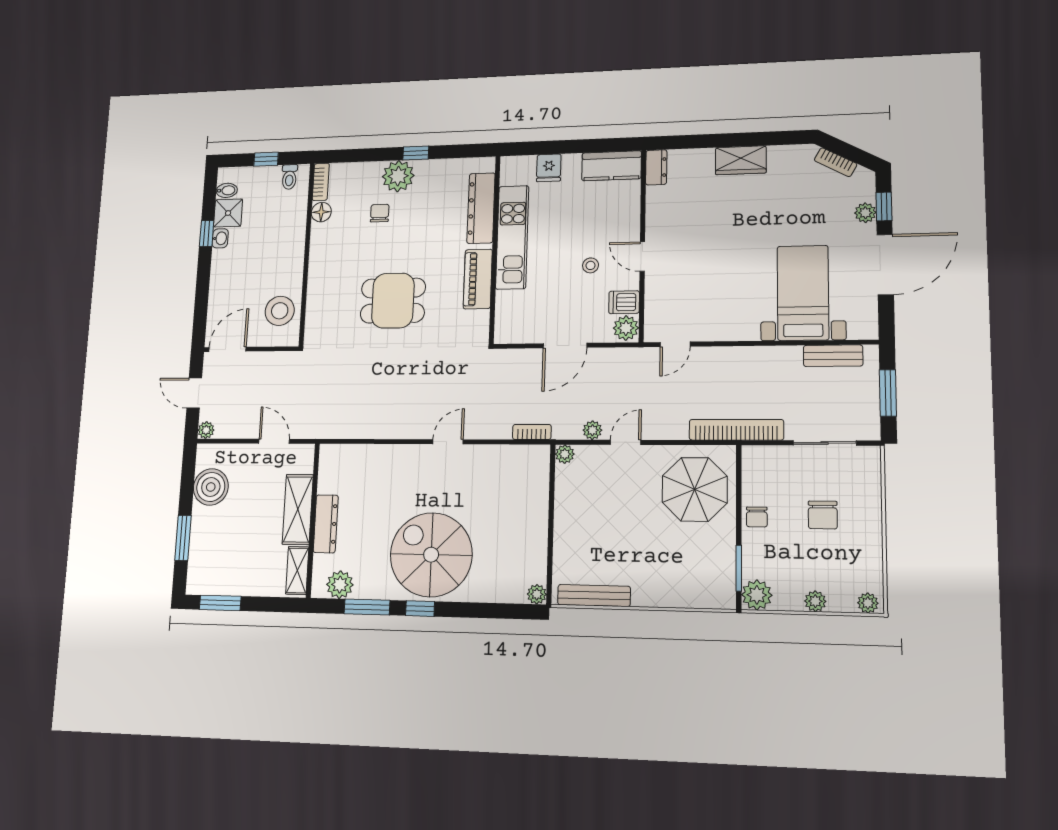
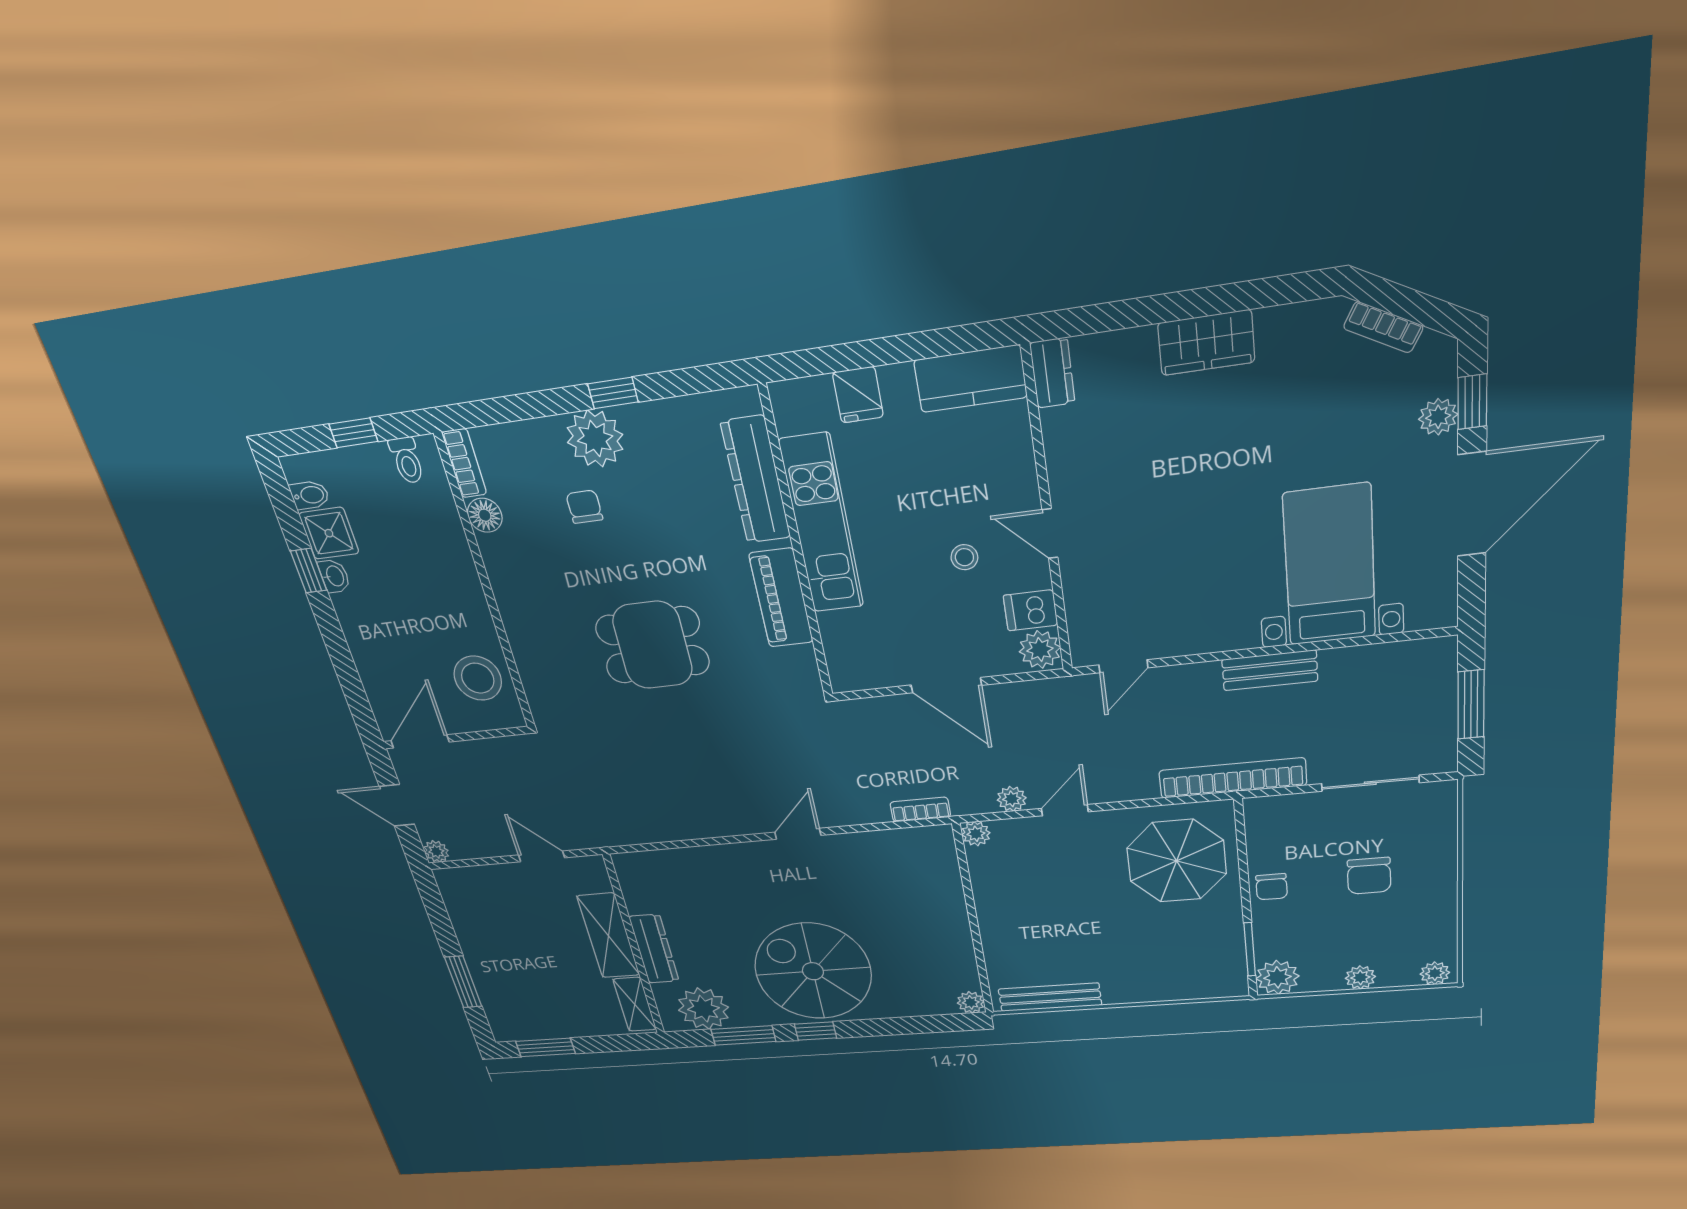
door: (565, 346) -> (946, 685), hinge flipped
bench: (833, 356) -> (1270, 670), moved
boiler: (211, 487) -> (475, 920), removed
plant: (340, 585) -> (703, 1009), width x1.36, depth x1.36

